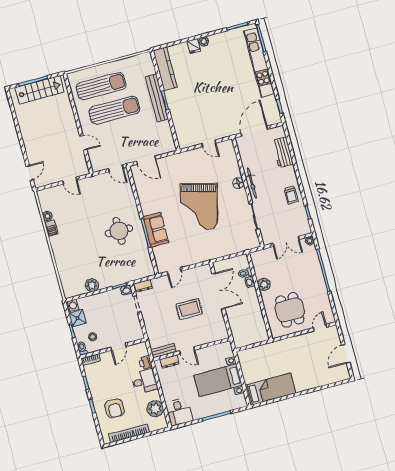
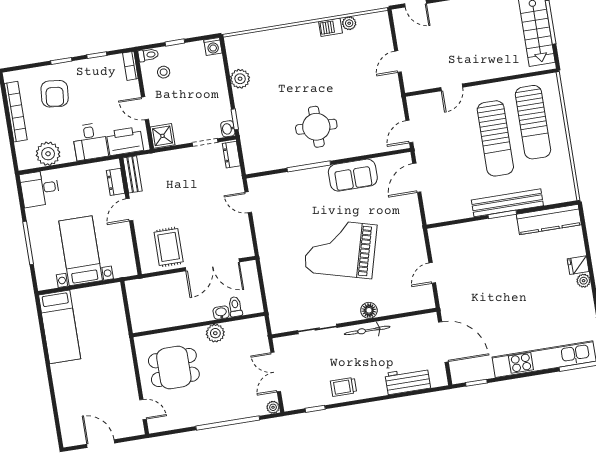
sofa: (156, 230) -> (353, 175), moved
rug: (189, 309) -> (169, 247), moved
shower: (78, 318) -> (162, 136), moved
printer: (145, 363) -> (125, 141), width x1.87, depth x1.48
armchair: (115, 408) -> (55, 94), turned -84

